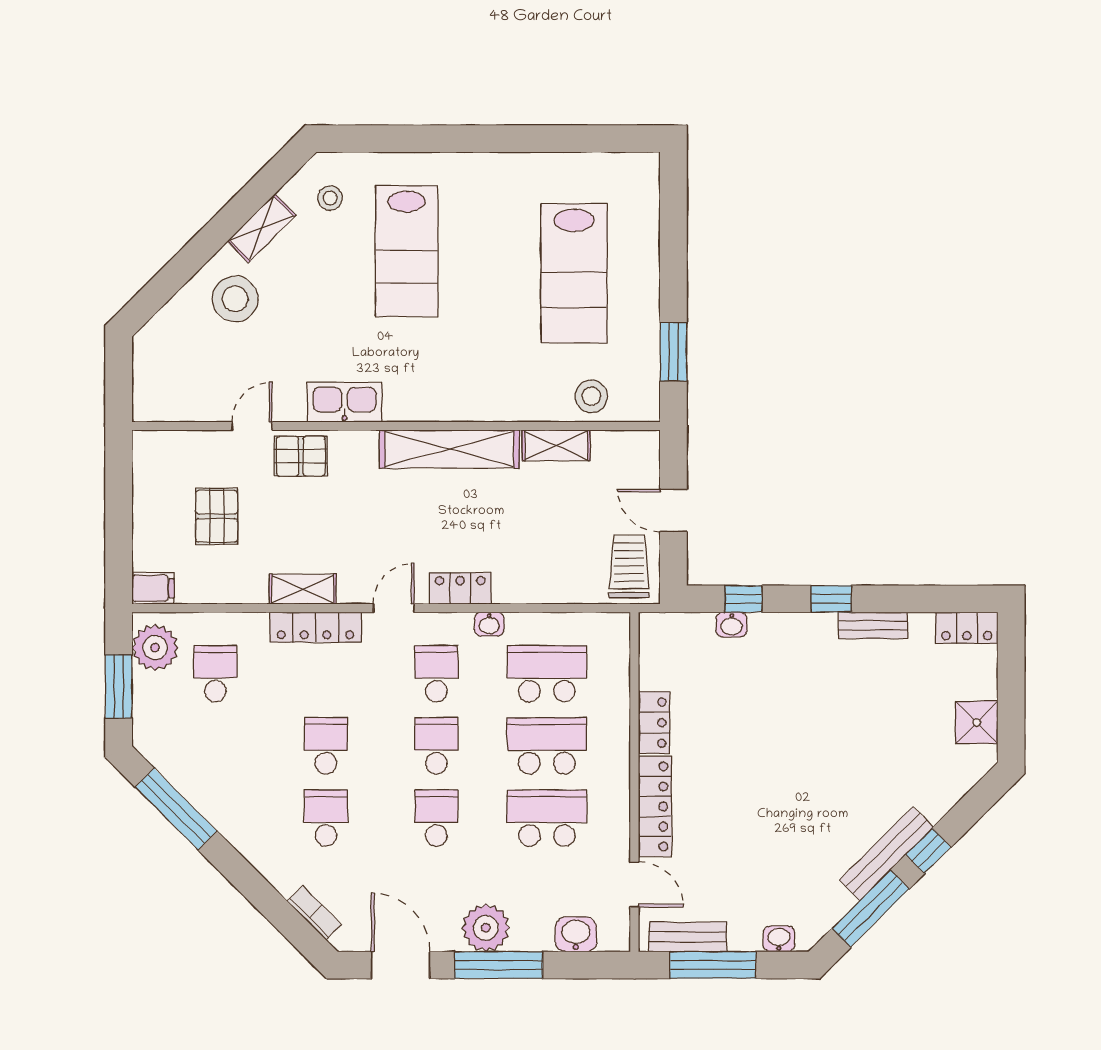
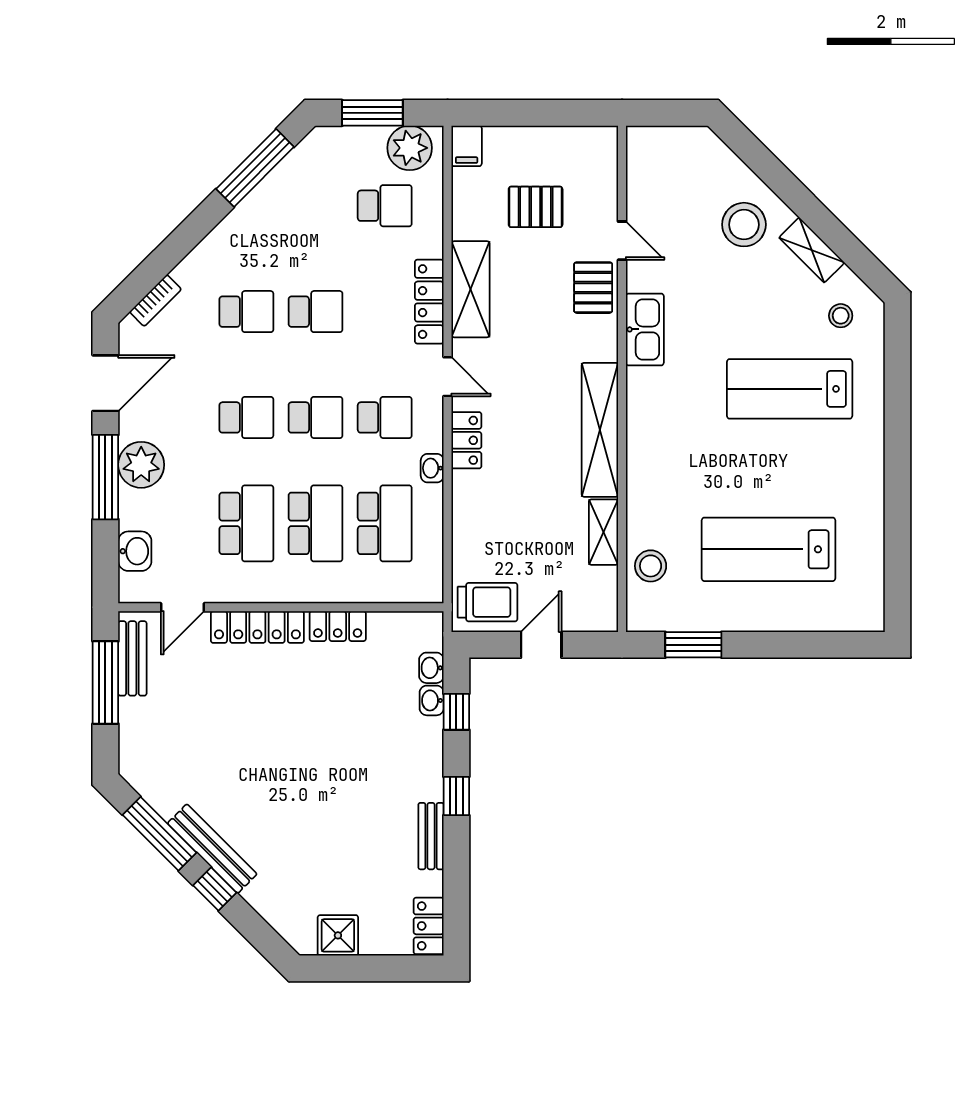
shelving: (303, 589) -> (471, 289), width x1.50, depth x1.33
washbasin: (779, 939) -> (431, 668), moved, turned 180

